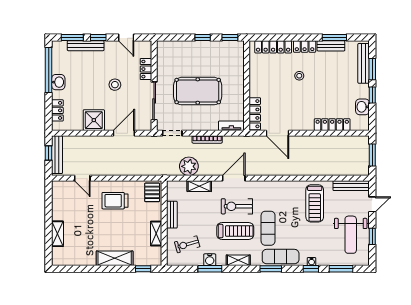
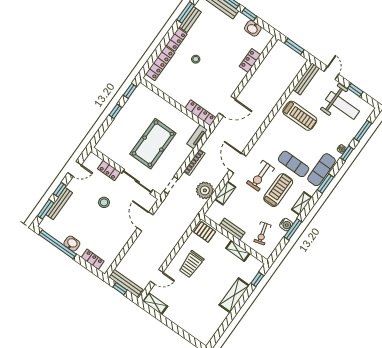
shower: (94, 120) -> (119, 237), removed
locker: (332, 125) -> (250, 60), width x0.66
shelving: (57, 234) -> (155, 304), moved

